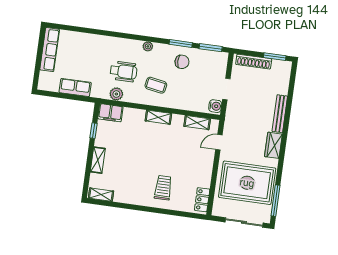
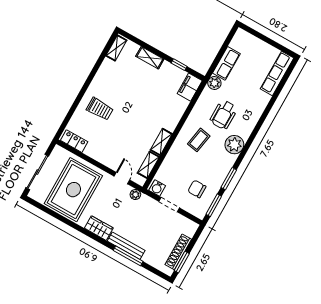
plant: (148, 46) -> (234, 145), width x1.88, depth x1.88
row of seats: (50, 50) -> (277, 73), moved, turned 90
chair: (182, 62) -> (197, 189), moved, turned 90
shoe rack: (254, 62) -> (178, 252), moved
plant: (116, 94) -> (214, 83), moved
shelving: (158, 117) -> (161, 142), moved
plant: (229, 124) -> (135, 194), added
window: (276, 201) -> (128, 256), moved

